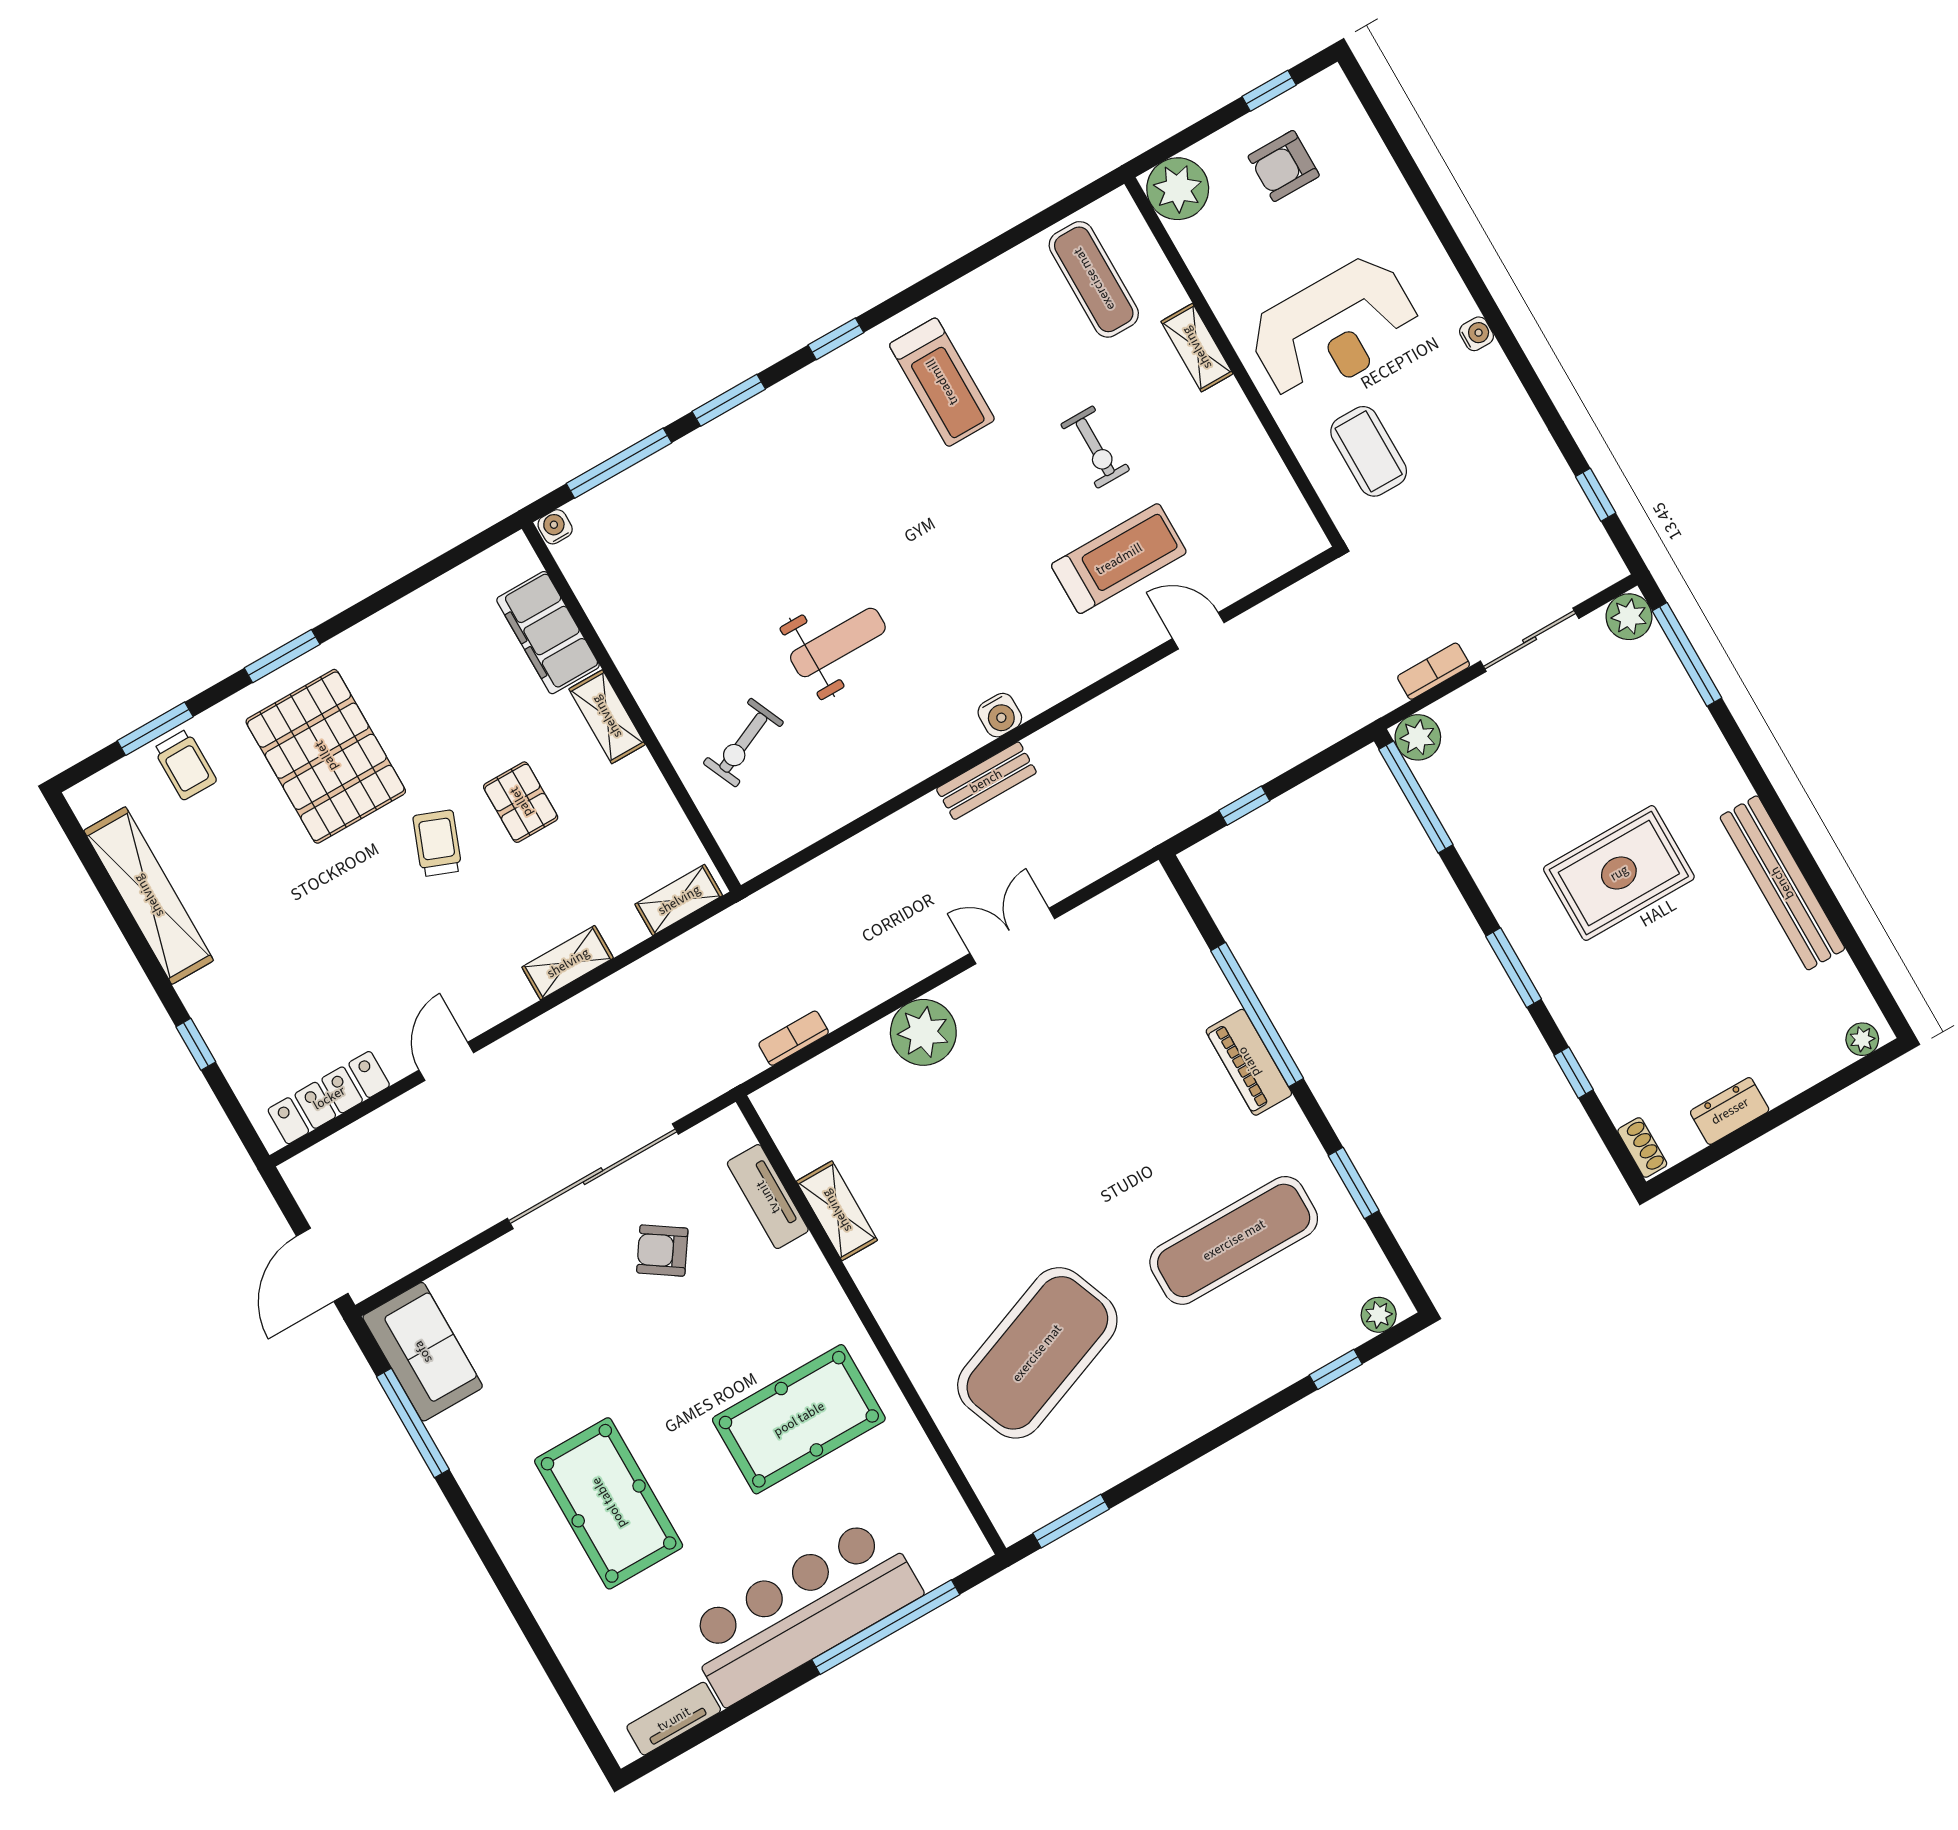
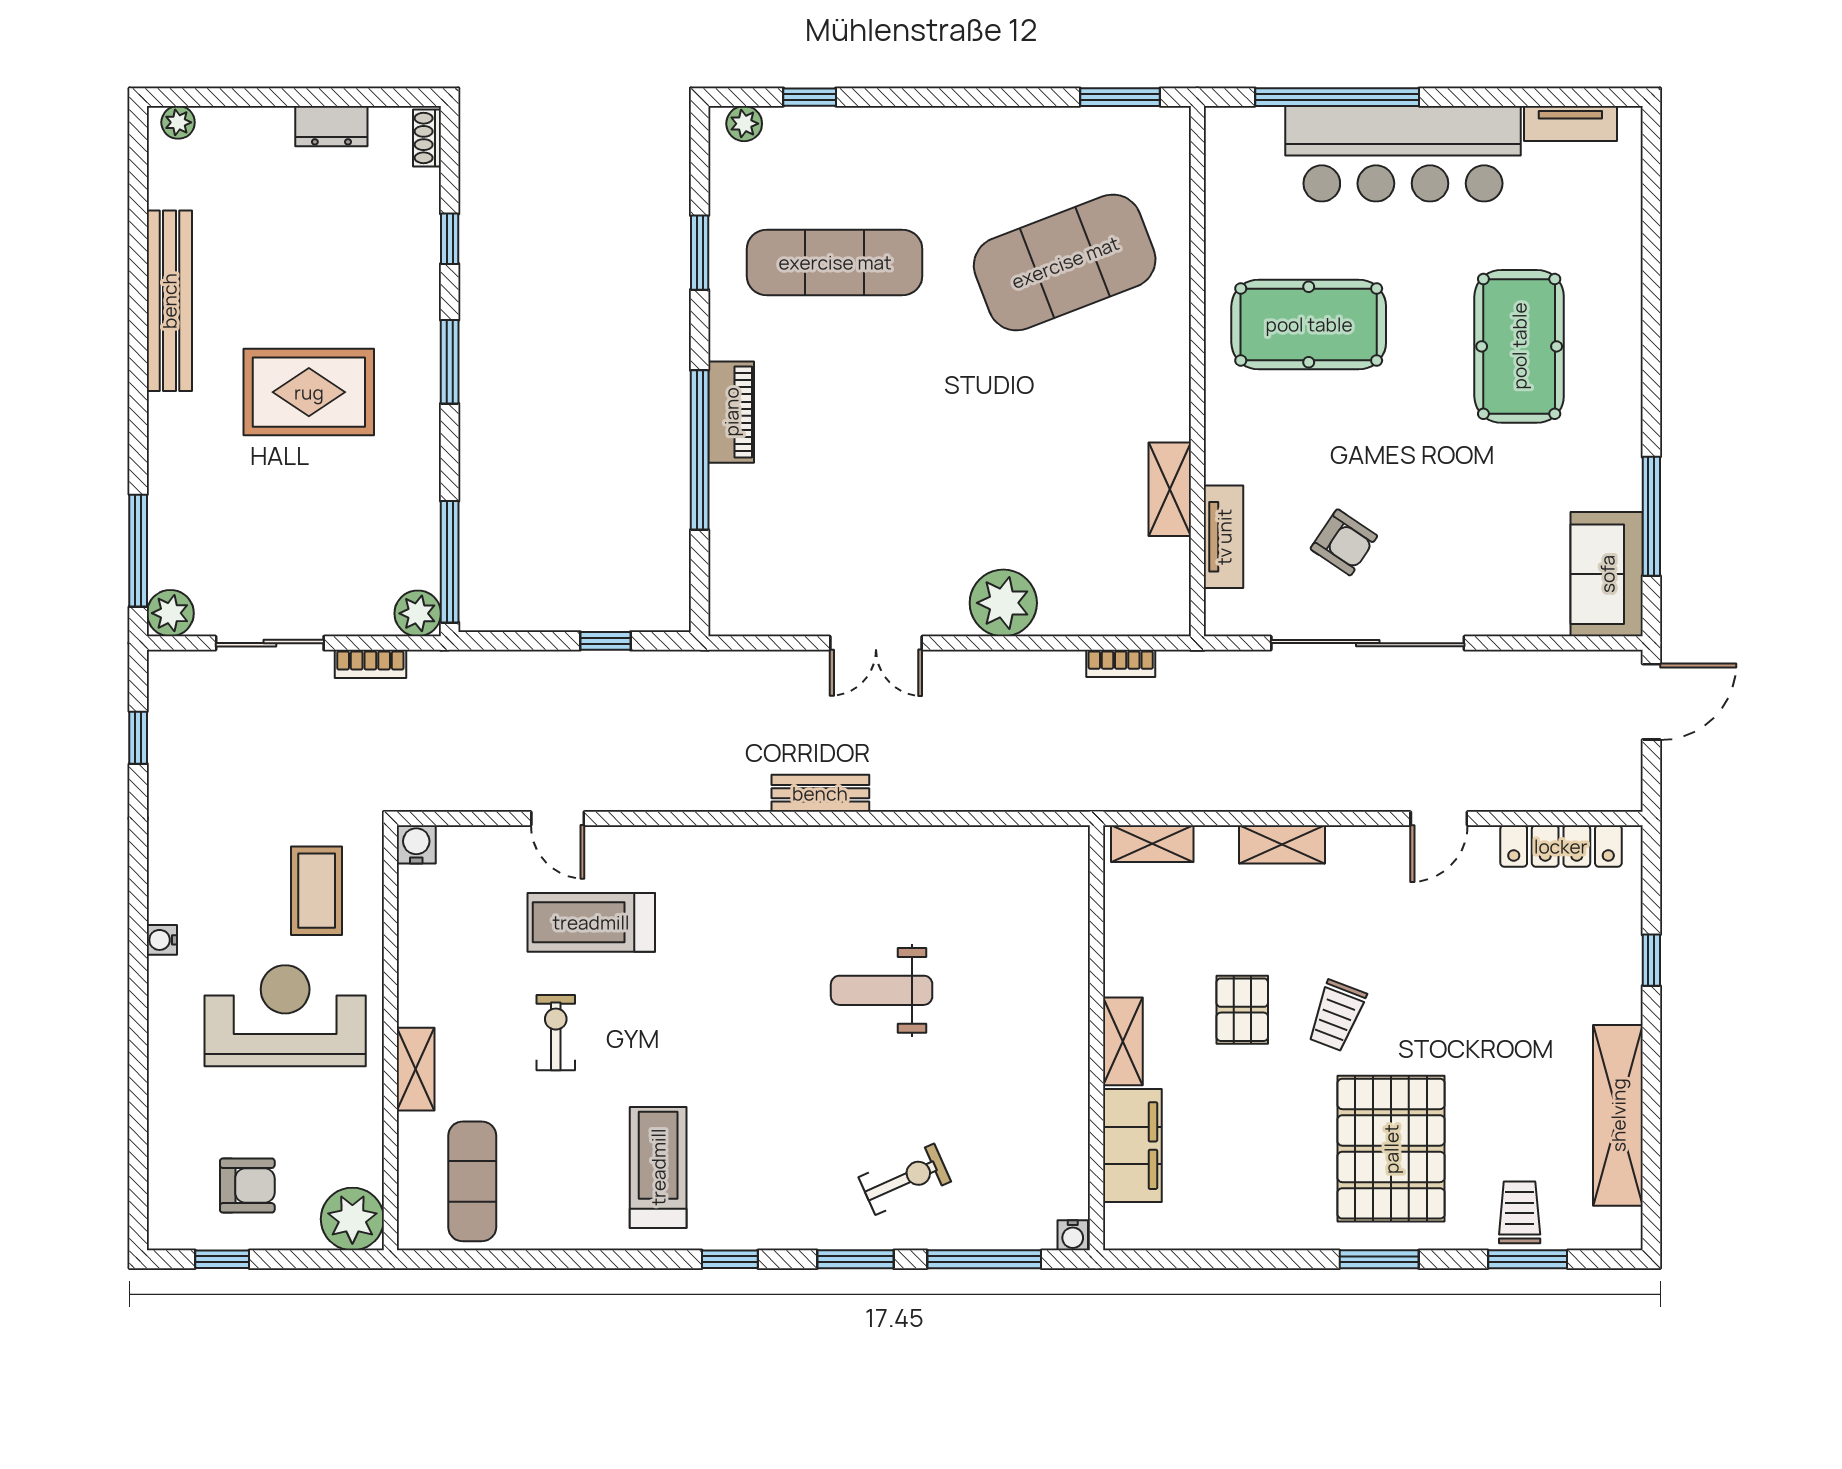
water cooler: (1000, 715) -> (416, 844), moved
exercise bike: (743, 743) -> (905, 1179), moved

